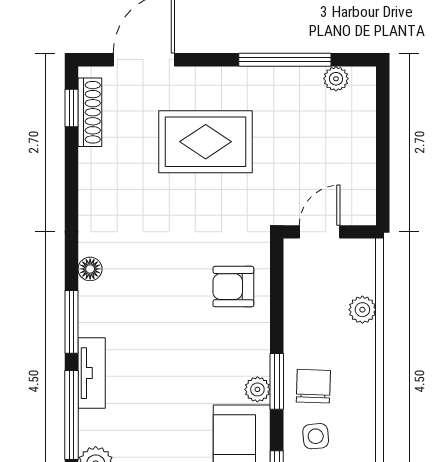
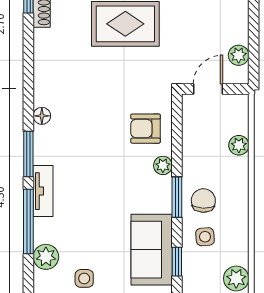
plant: (362, 185) -> (239, 55), added
plant: (257, 389) -> (163, 165), moved

